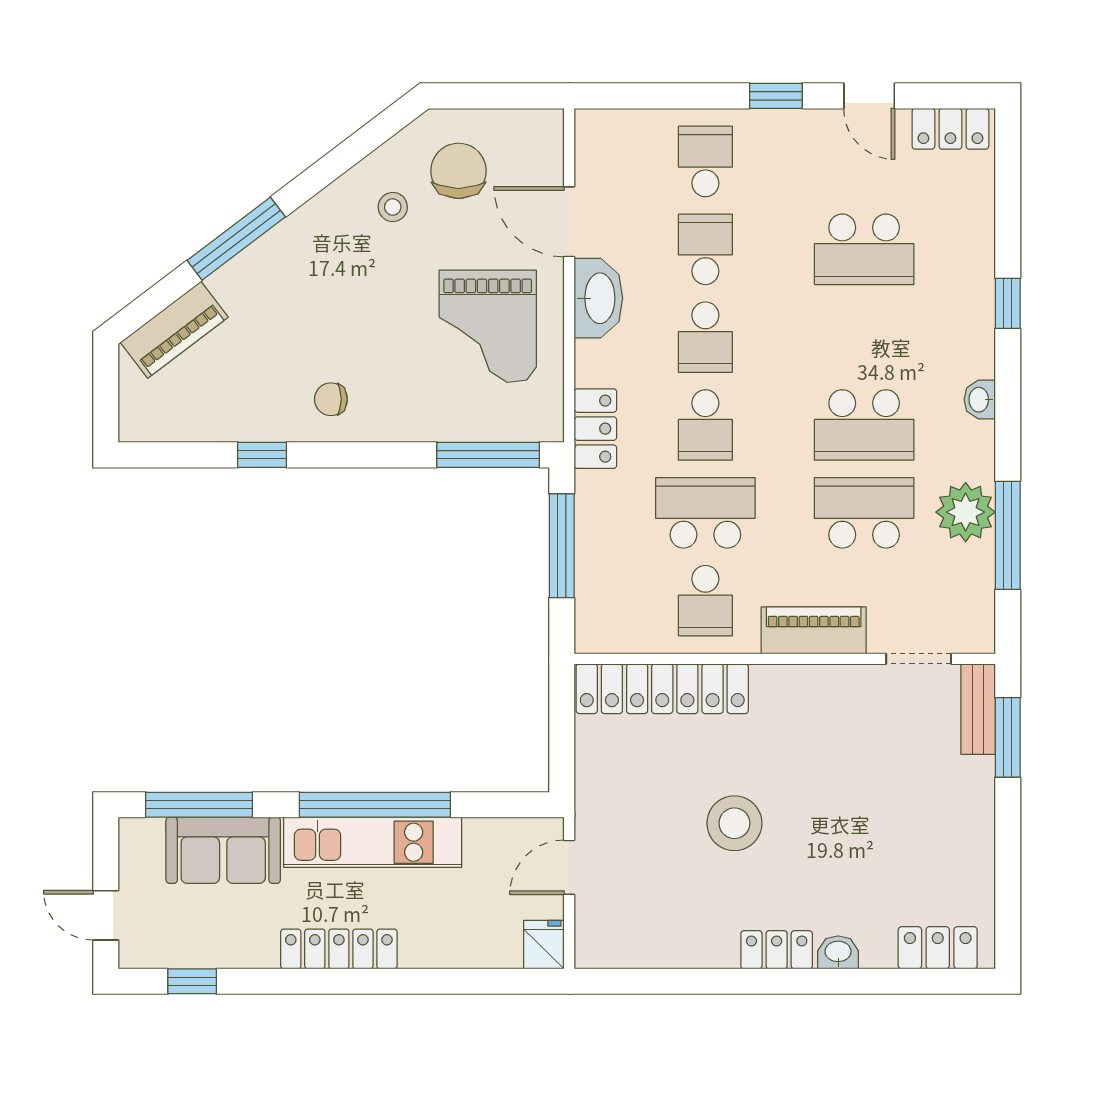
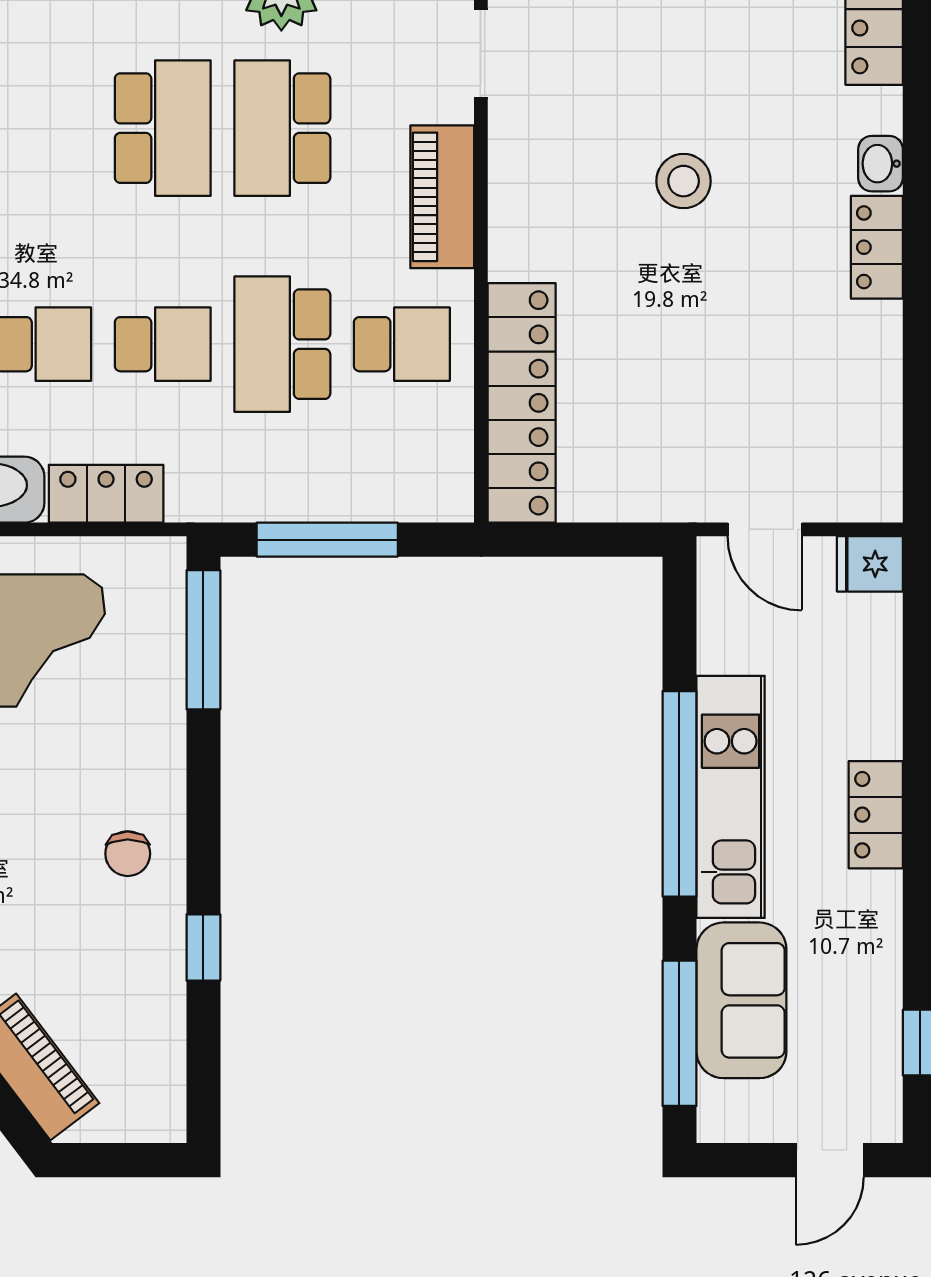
locker: (595, 429) -> (106, 494), moved
stool: (734, 823) -> (684, 181), moved, width x0.73, depth x0.73
locker: (339, 949) -> (876, 815), width x0.66

